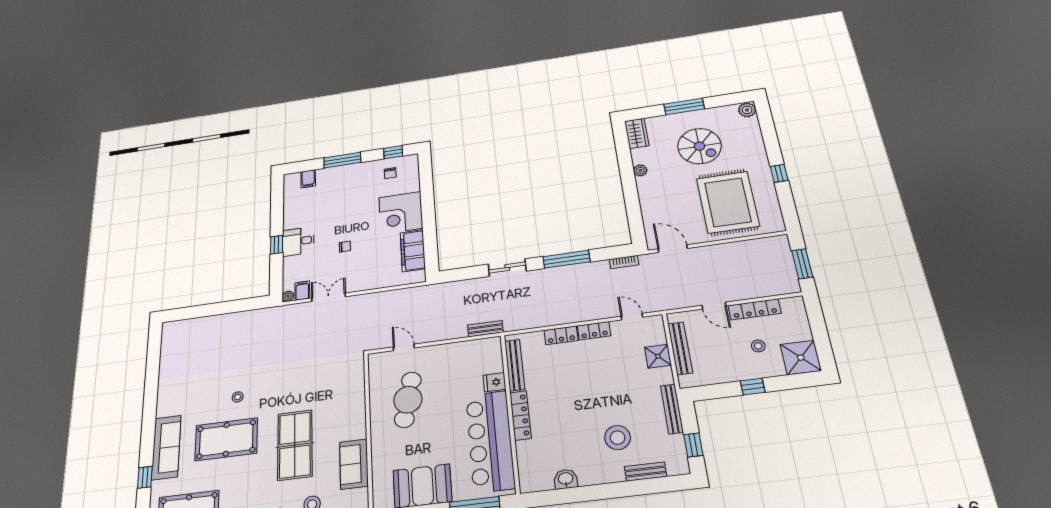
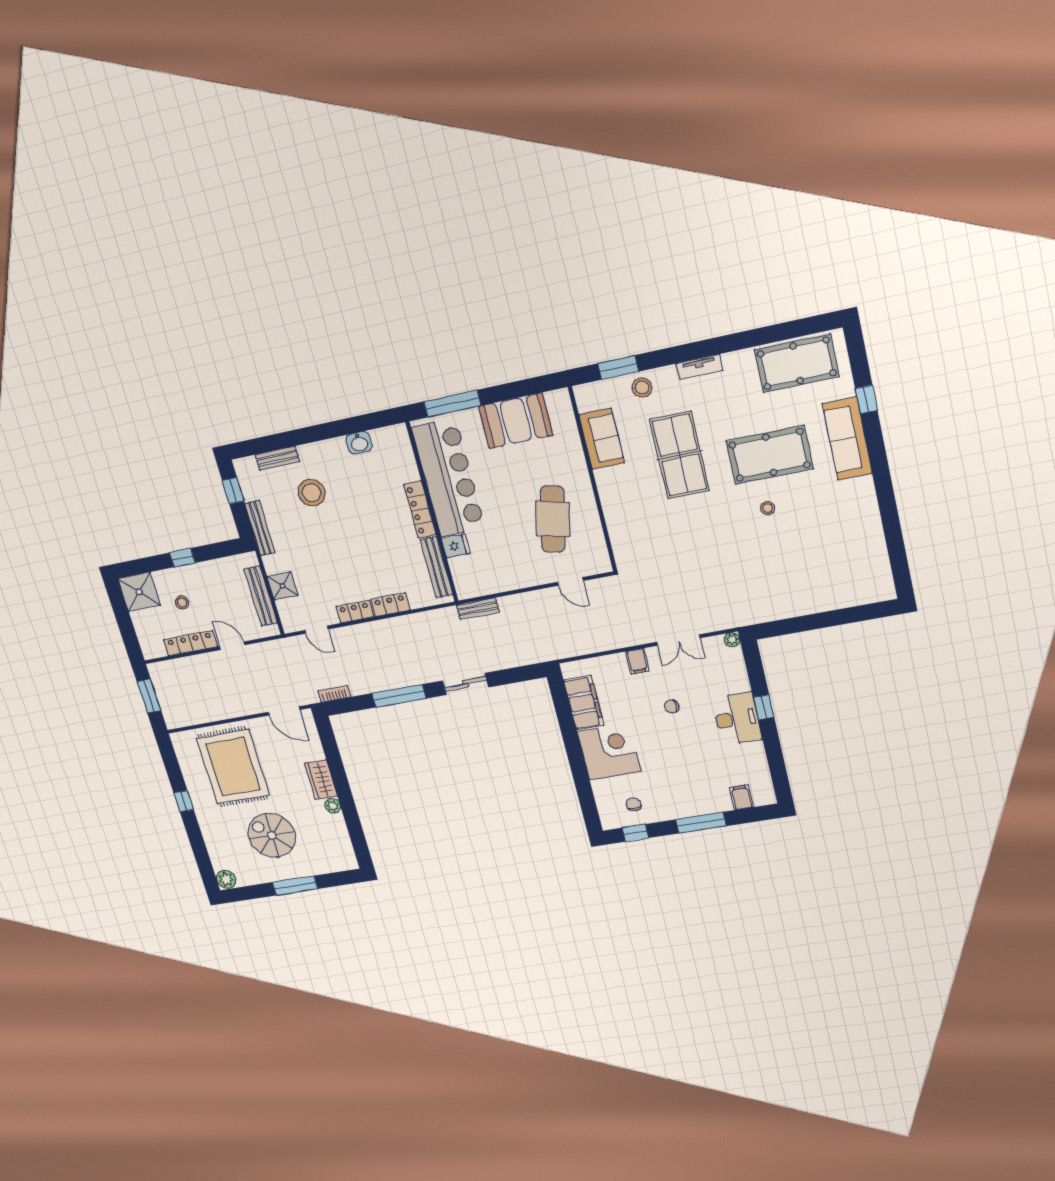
wardrobe: (637, 133) -> (321, 780), moved
desk: (298, 241) -> (737, 719), width x1.37
filing cabinet: (302, 291) -> (637, 661), moved

